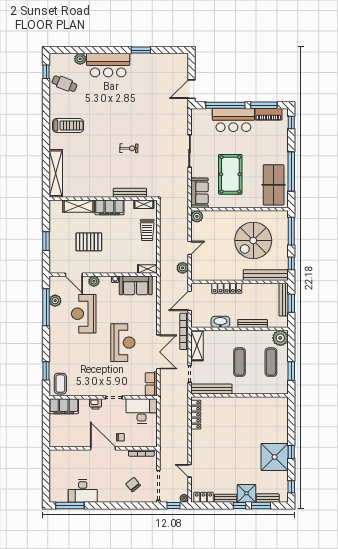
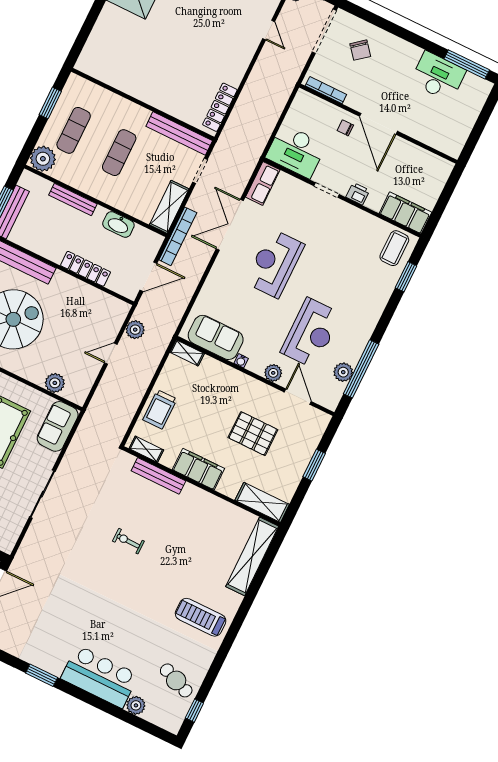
shelving: (79, 206) -> (262, 502), moved
plant: (197, 216) -> (55, 383), moved
trolley: (147, 230) -> (160, 409), turned 180

